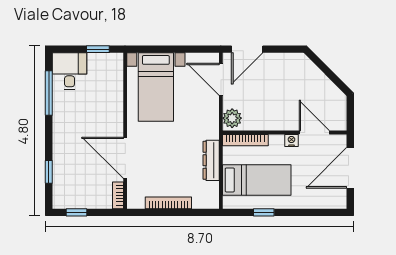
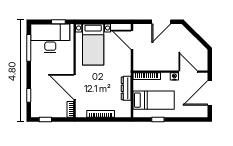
door: (247, 49) -> (161, 22), moved
desk: (70, 71) -> (50, 38), width x1.87, depth x1.30
plant: (232, 118) -> (139, 63), removed

